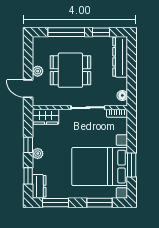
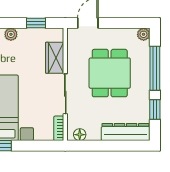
plant: (38, 71) -> (144, 34), moved
wardrobe: (46, 117) -> (55, 58), moved
window: (28, 145) -> (36, 23), moved

